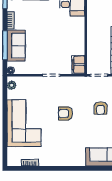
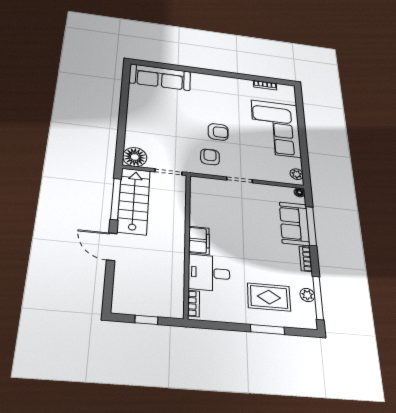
filing cabinet: (78, 65) -> (199, 240), moved
armchair: (101, 108) -> (210, 157), moved

